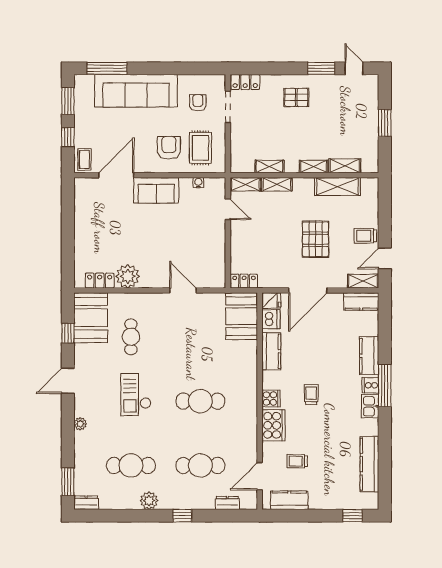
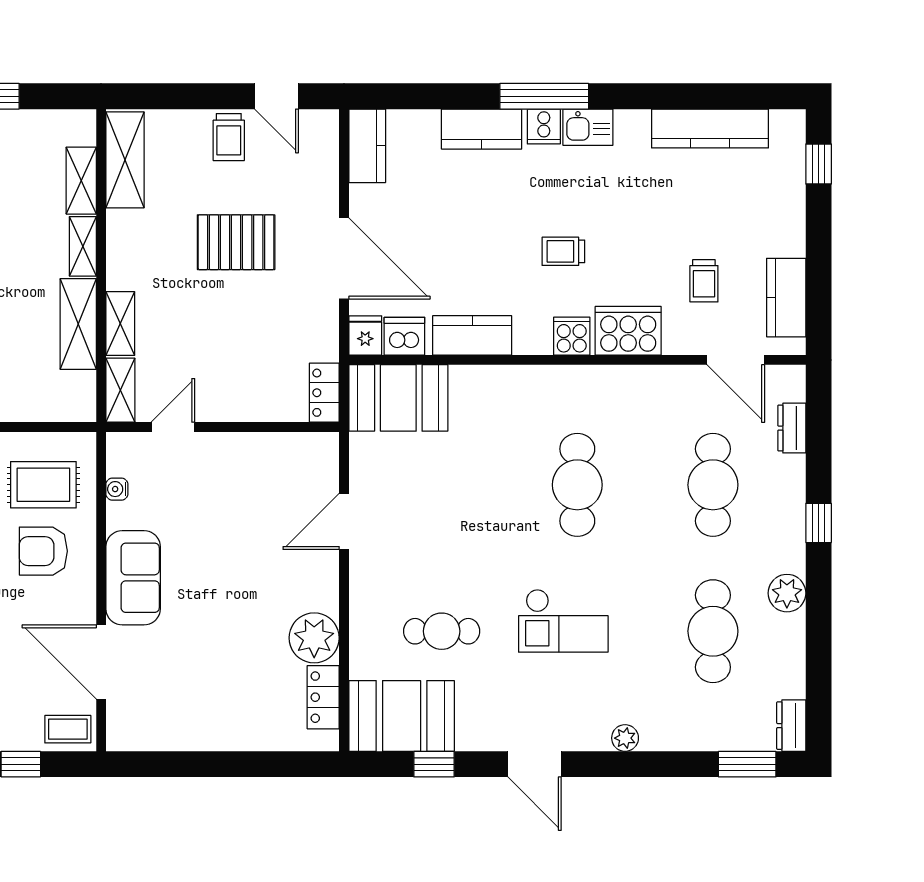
shelving: (270, 166) -> (78, 324), width x1.50, depth x1.33
shelving: (337, 187) -> (125, 160), moved
shelving: (363, 281) -> (324, 142), removed

